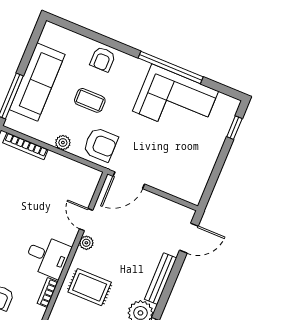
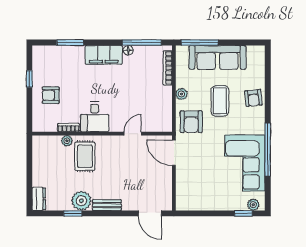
armchair: (103, 59) -> (253, 98), turned -96
coffee table: (90, 100) -> (220, 101), width x1.36, depth x1.30
plant: (229, 112) -> (253, 205), added
plant: (86, 243) -> (67, 141), moved
bench: (161, 279) -> (107, 205), width x0.73

